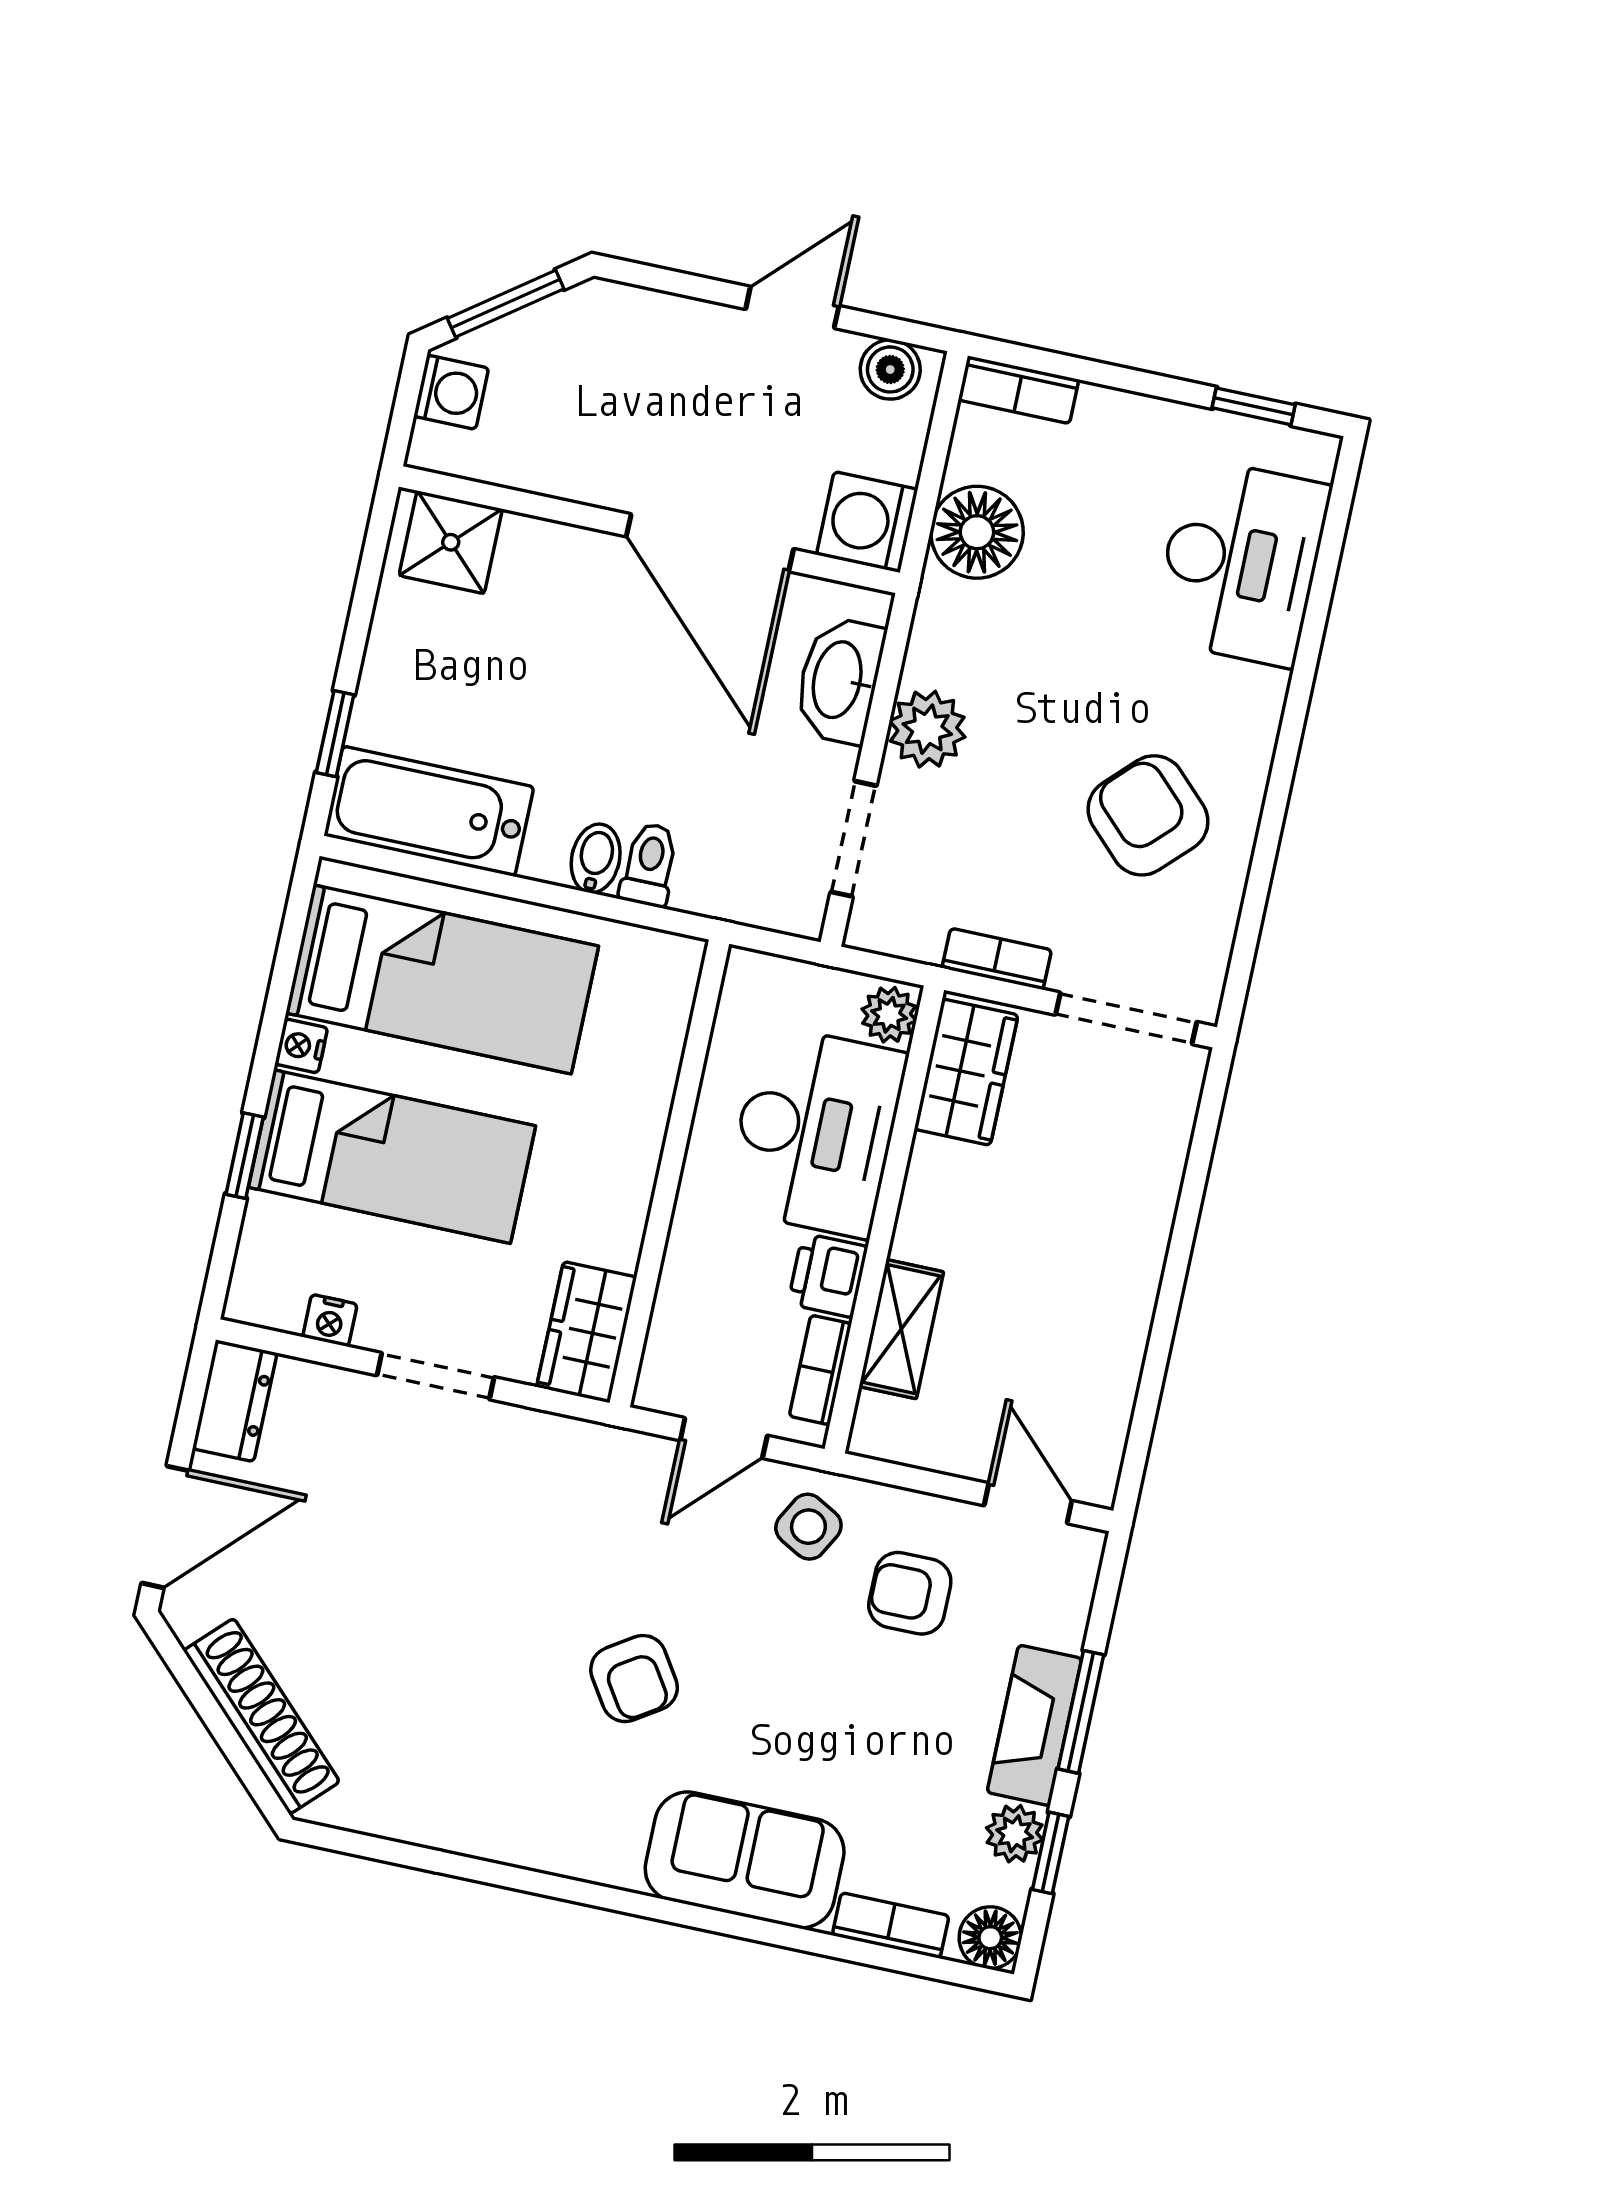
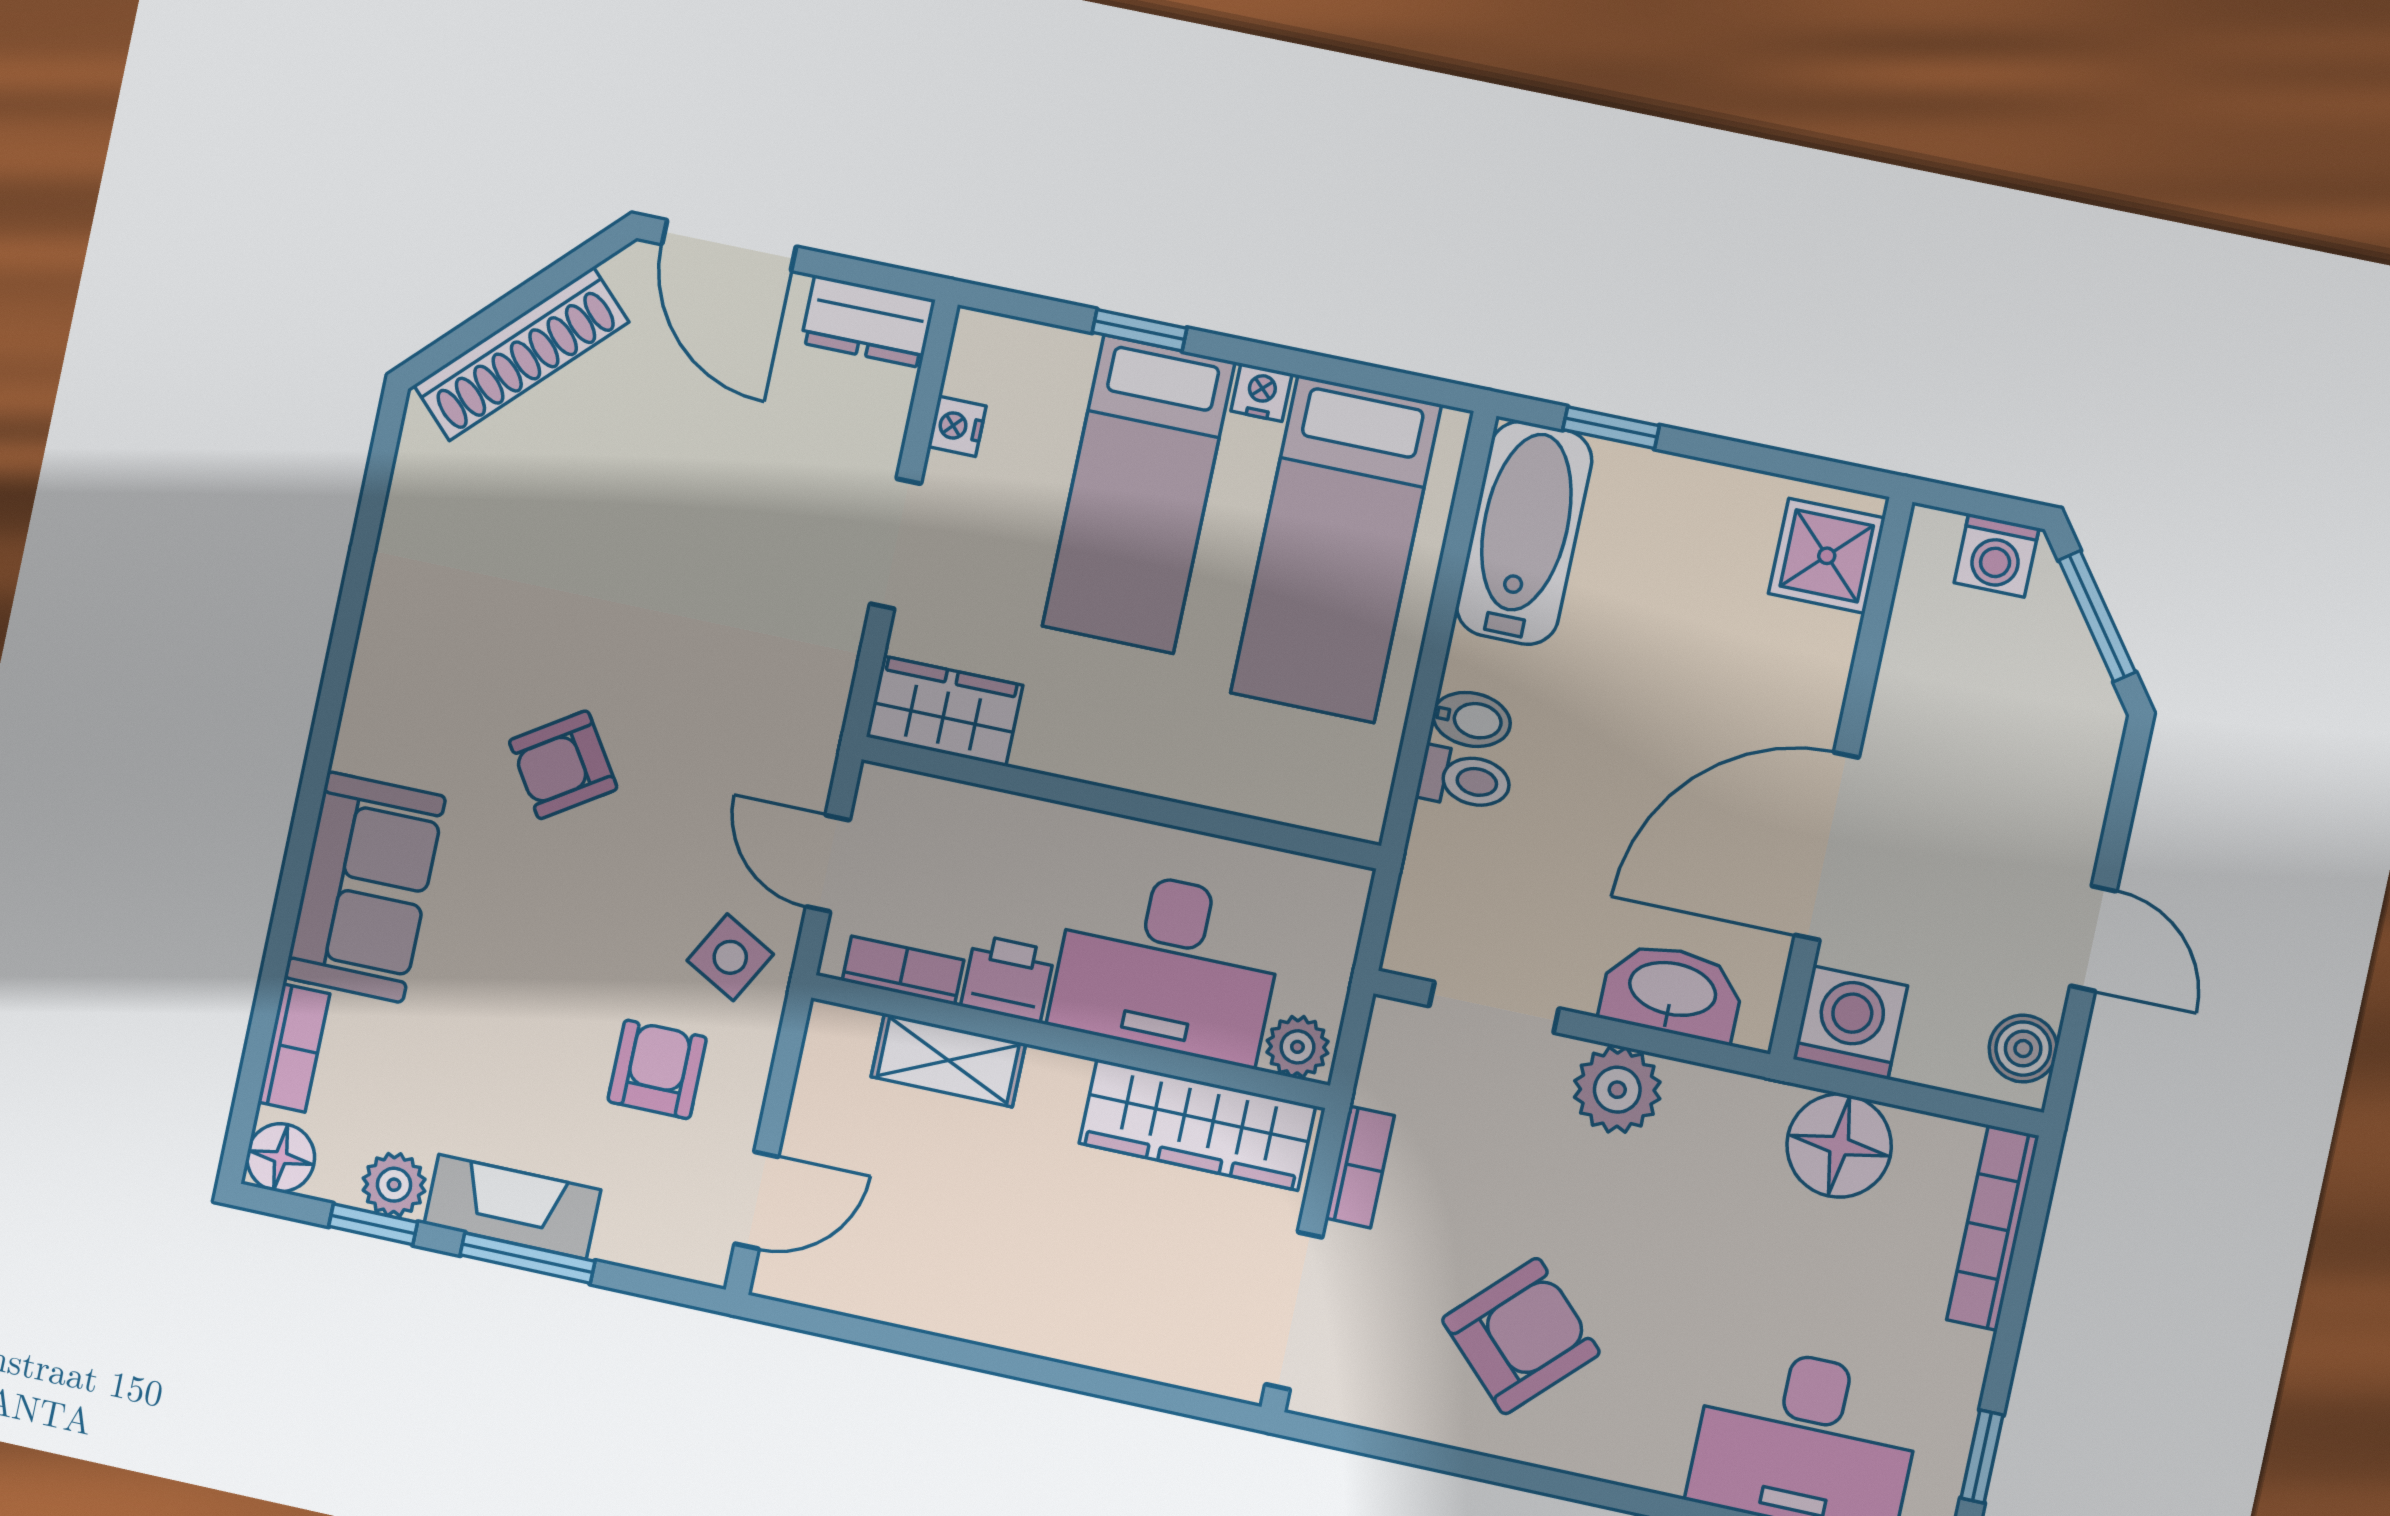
bookcase: (1019, 390) -> (1993, 1228), width x1.56
wardrobe: (966, 1072) -> (1197, 1125), width x1.50

